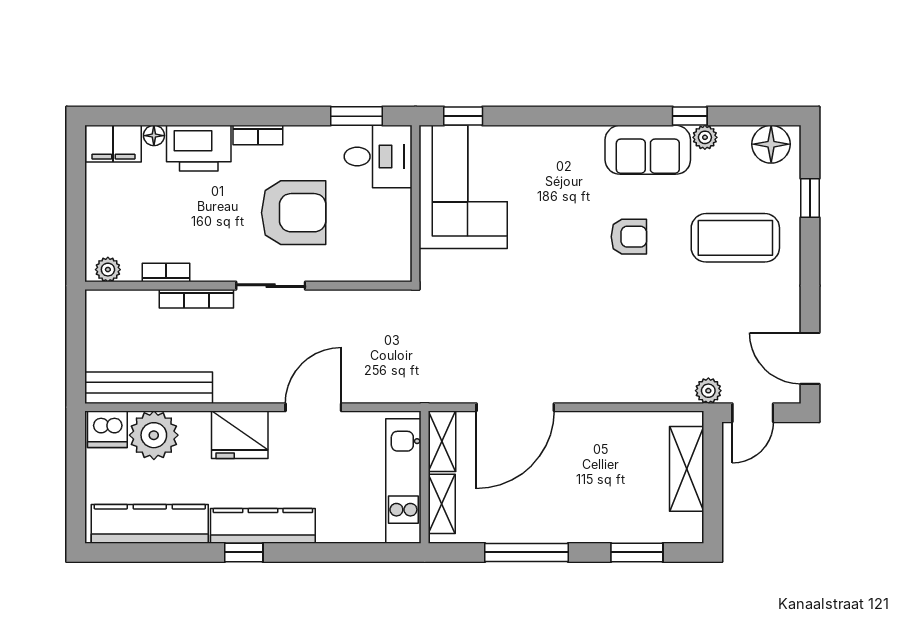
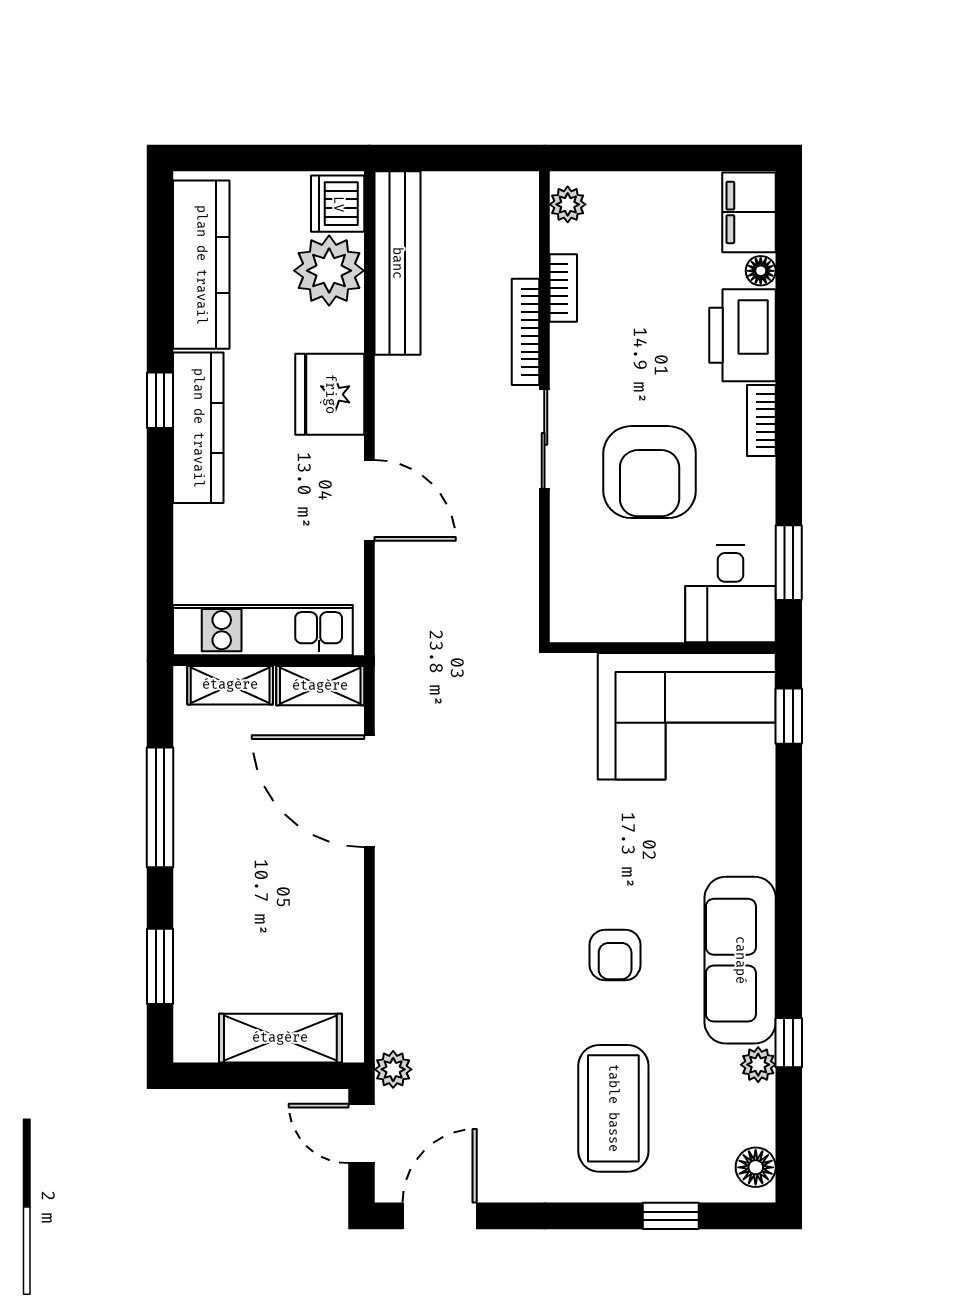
floor lamp: (771, 144) -> (756, 1167), width x0.73, depth x0.73
sofa: (648, 150) -> (740, 960), width x1.36

